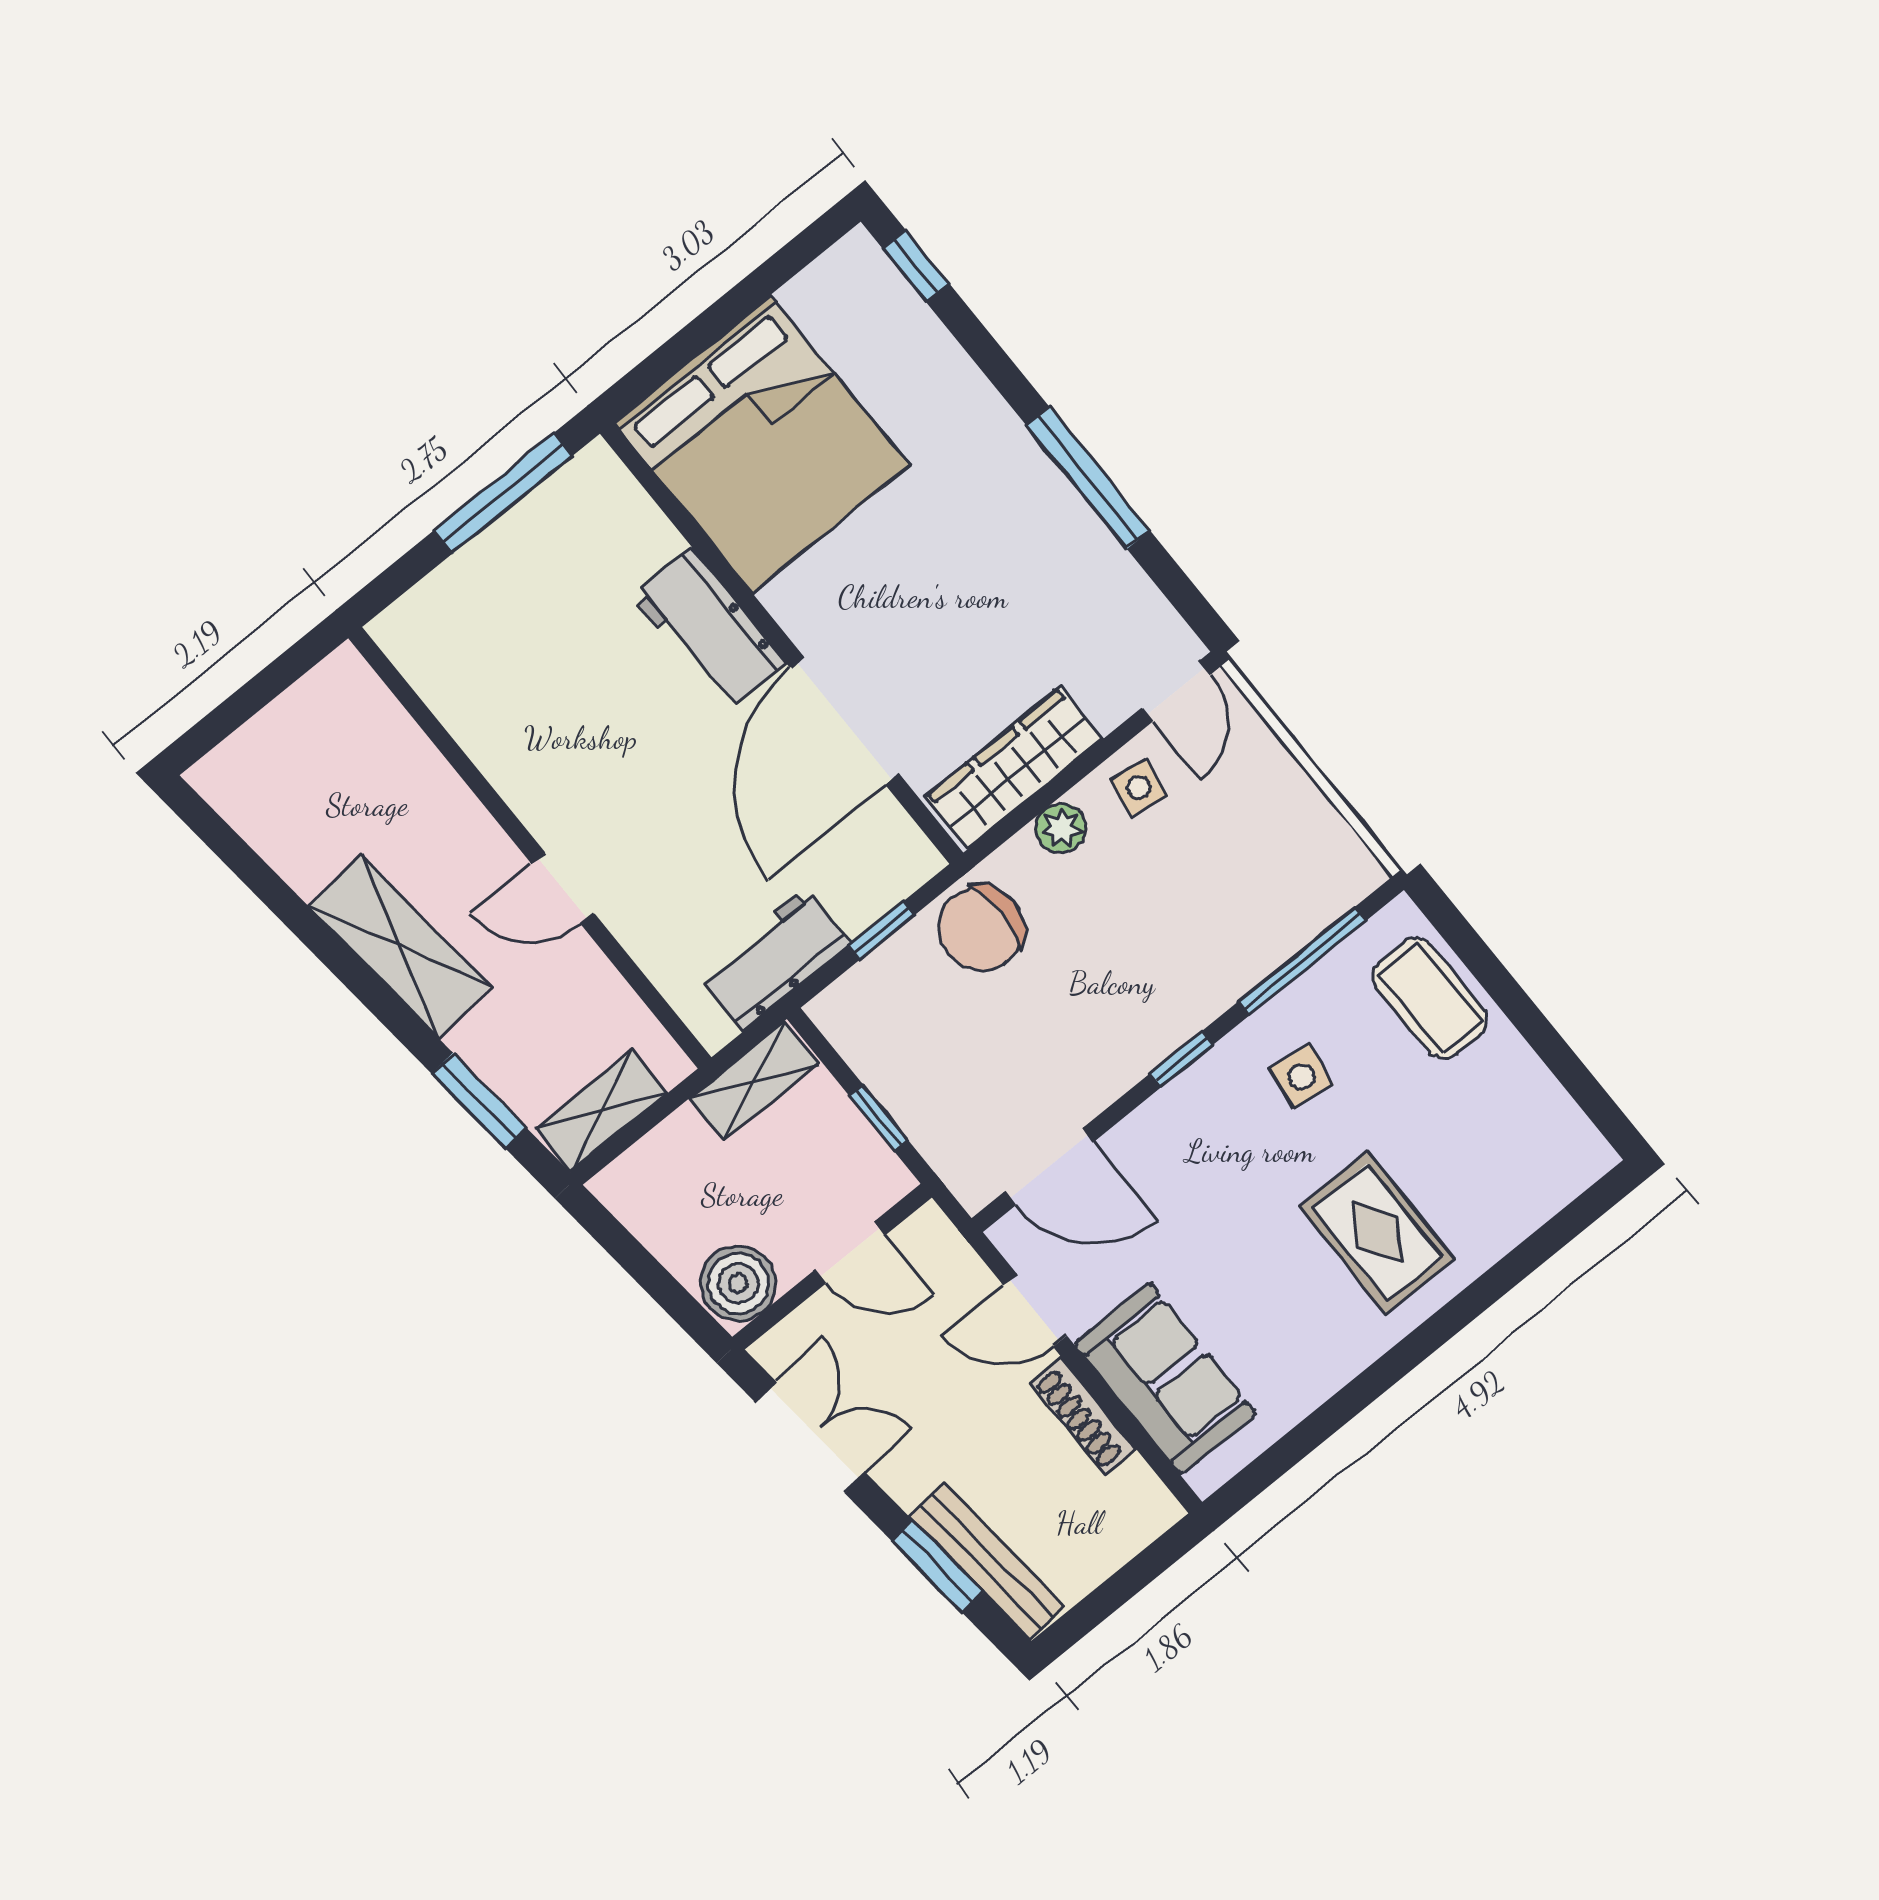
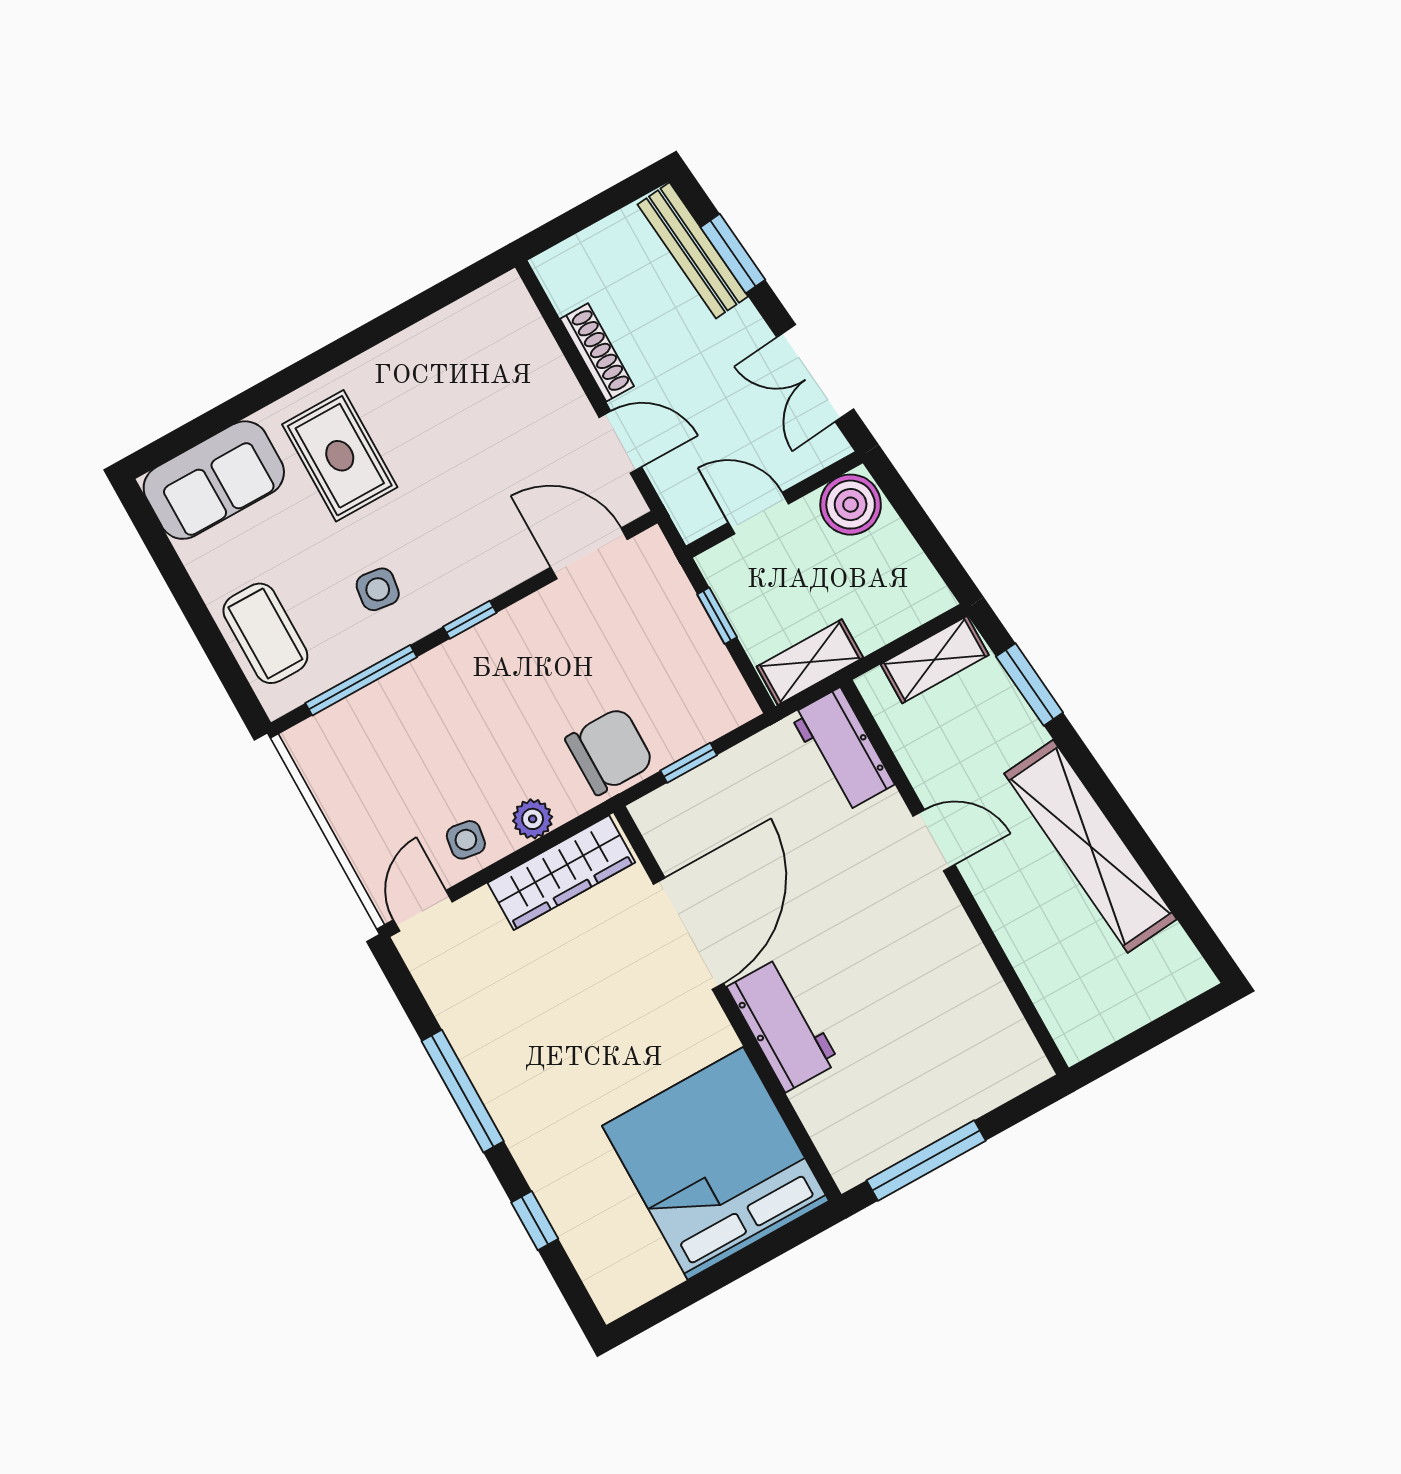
window: (916, 266) -> (535, 1221), moved
shelving: (400, 946) -> (1090, 846), width x1.47
workbench: (774, 960) -> (842, 750), moved, turned 90
sofa: (1165, 1379) -> (214, 480), moved, turned -90

